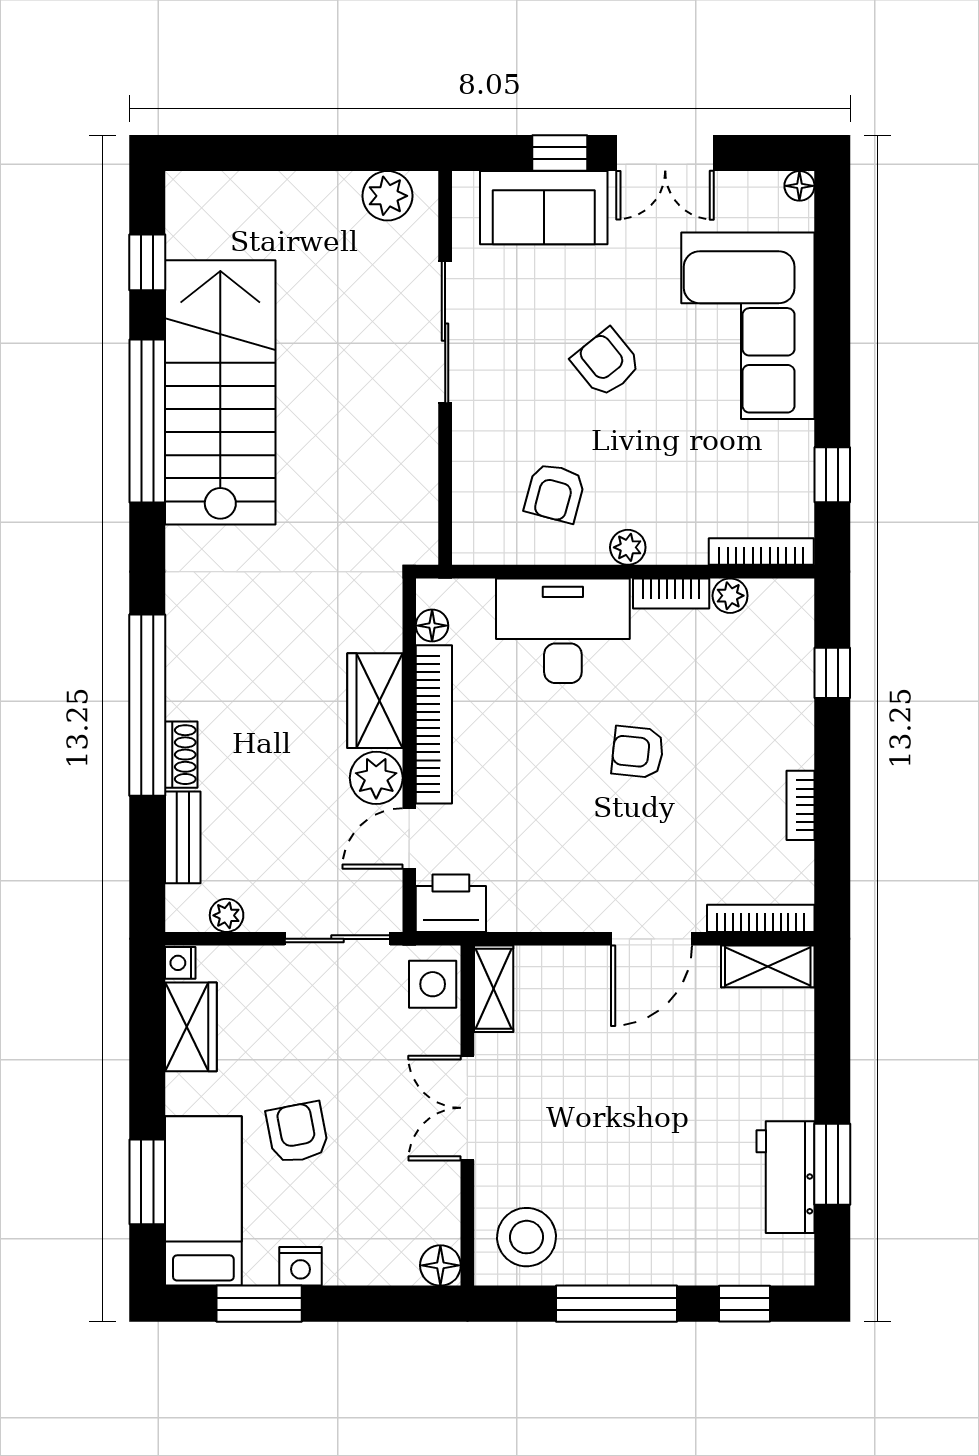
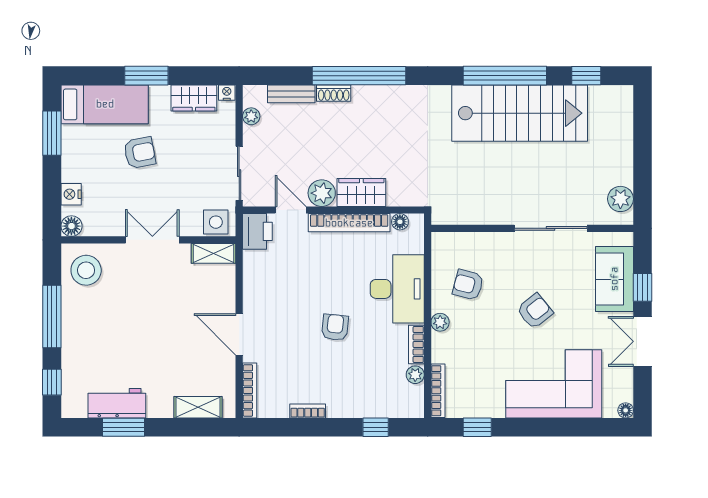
shelving: (768, 966) -> (198, 407), moved, turned 90
window: (147, 1182) -> (146, 76), moved
nightstand: (301, 1266) -> (71, 194), moved

